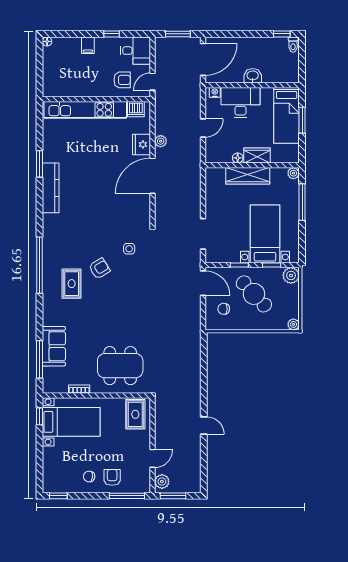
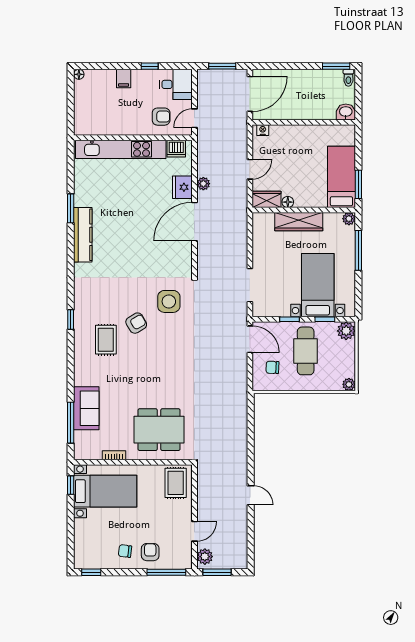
window: (282, 34) -> (336, 66), width x1.50
washbasin: (253, 76) -> (346, 112), moved
desk: (241, 102) -> (291, 141), removed
bed: (287, 115) -> (341, 177), moved, turned 180
window: (302, 120) -> (358, 184), moved
wardrobe: (257, 156) -> (267, 199), moved
side table: (129, 249) -> (169, 301), width x1.87, depth x1.87
window: (40, 265) -> (71, 319), width x0.32
cafe table: (254, 294) -> (306, 351), turned 43

